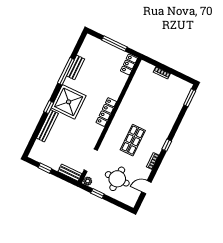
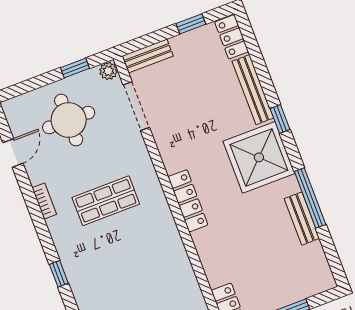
shop shelf: (133, 140) -> (106, 201), turned 90
window: (167, 145) -> (59, 274), moved
locker: (36, 150) -> (232, 37), added

